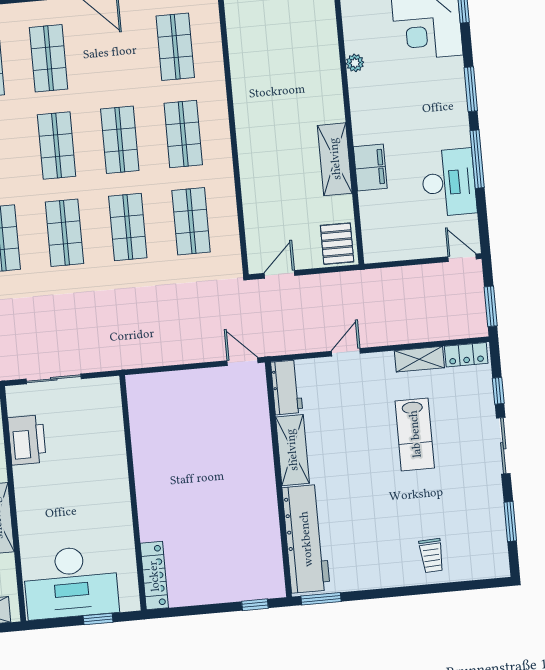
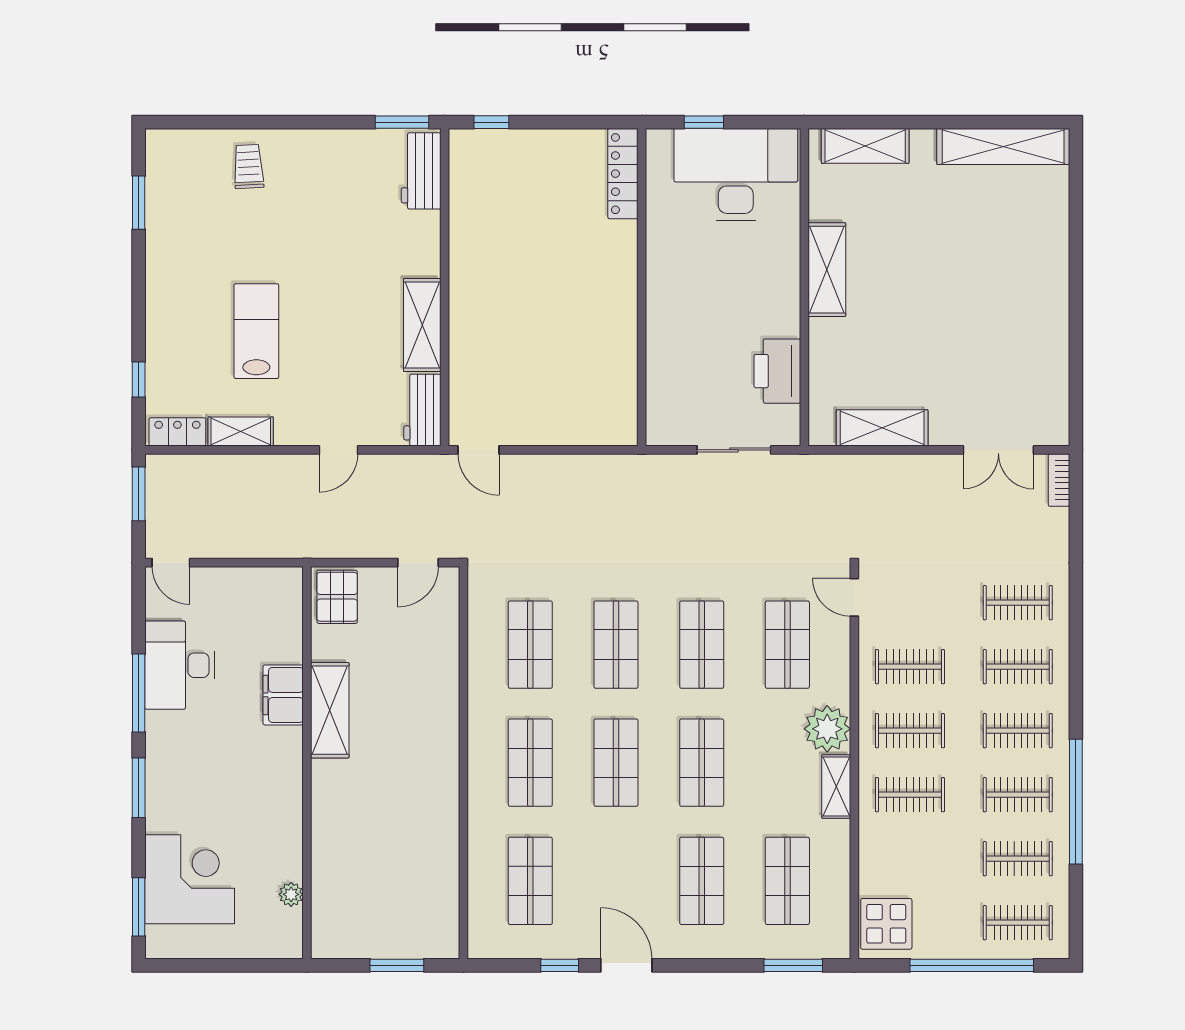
plant: (355, 63) -> (291, 894), moved
sliding door: (503, 446) -> (139, 305), removed
workbench: (306, 539) -> (421, 171), width x0.53, depth x0.76

